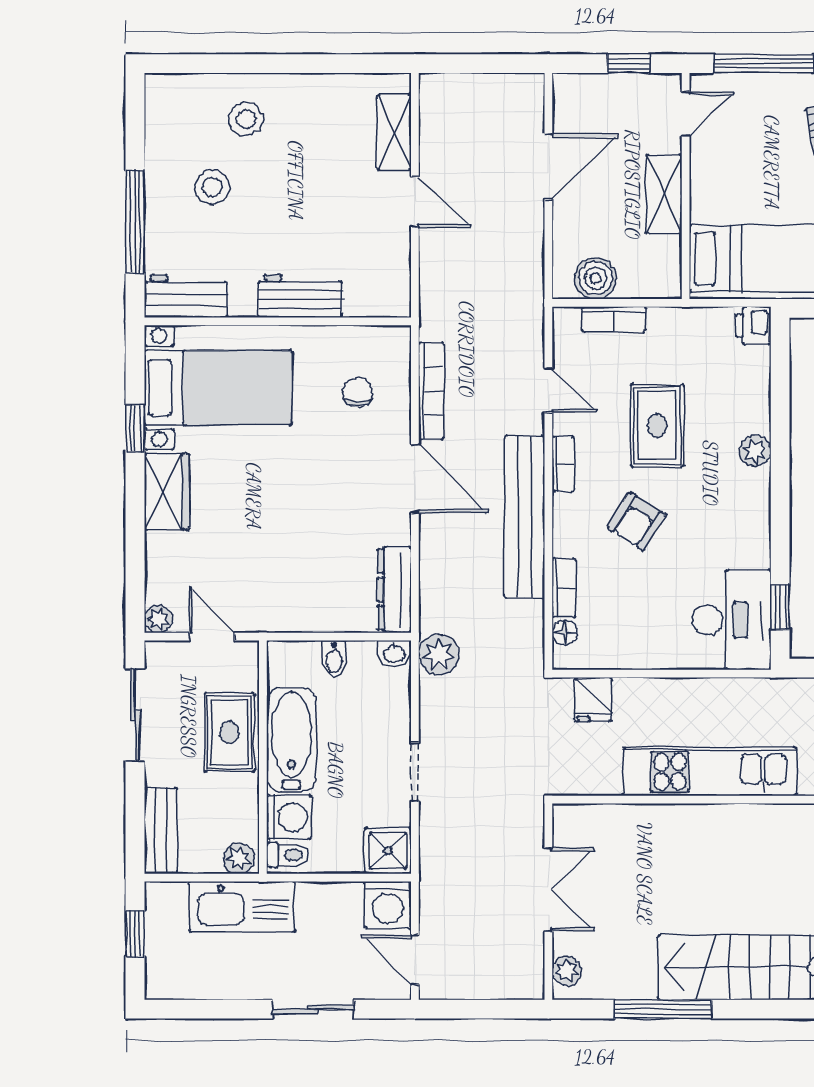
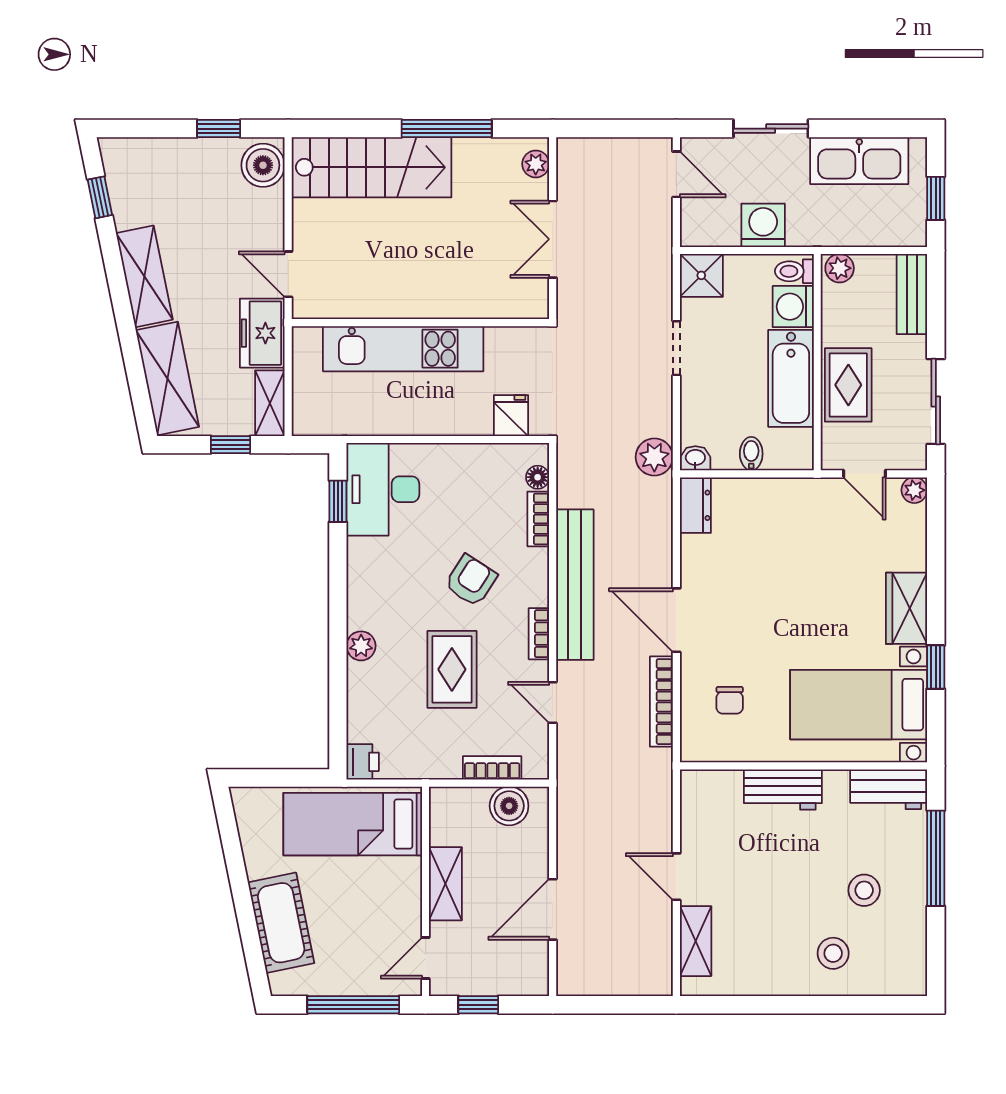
dresser: (394, 590) -> (695, 505), width x0.70
washing machine: (388, 905) -> (763, 225), moved
kitchen sink: (242, 907) -> (859, 161), moved, turned 180

